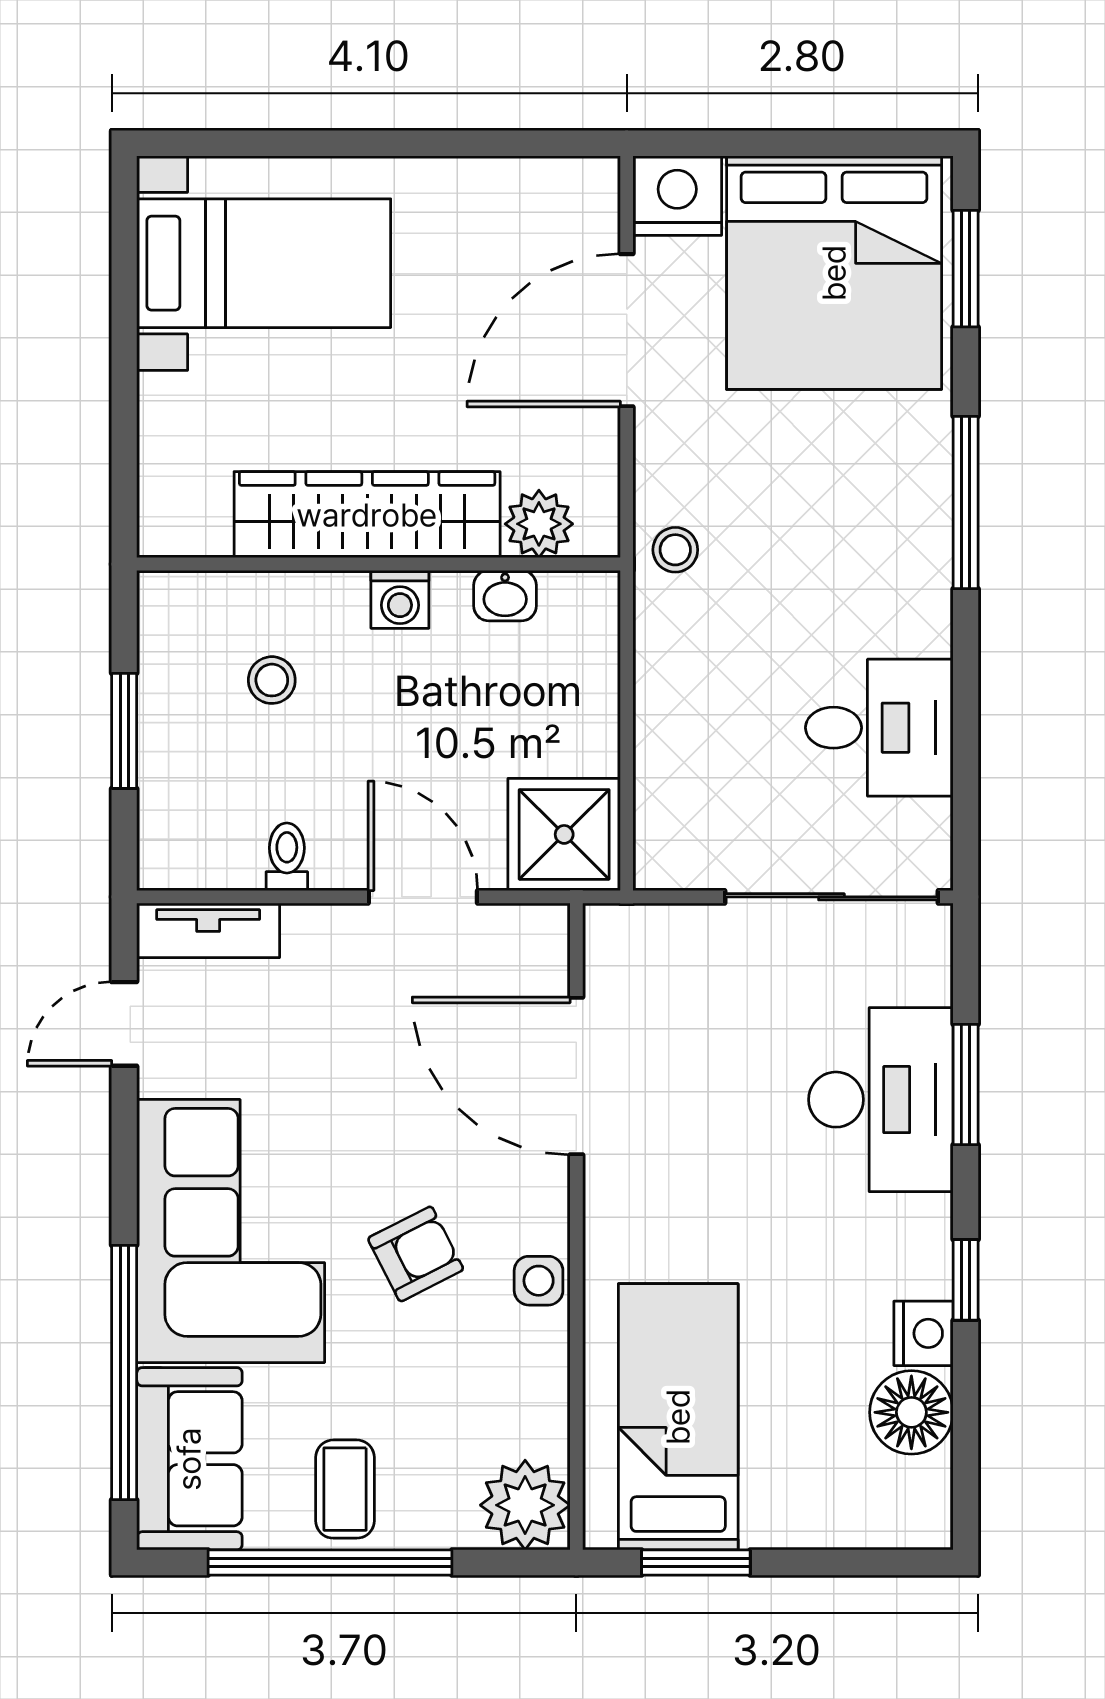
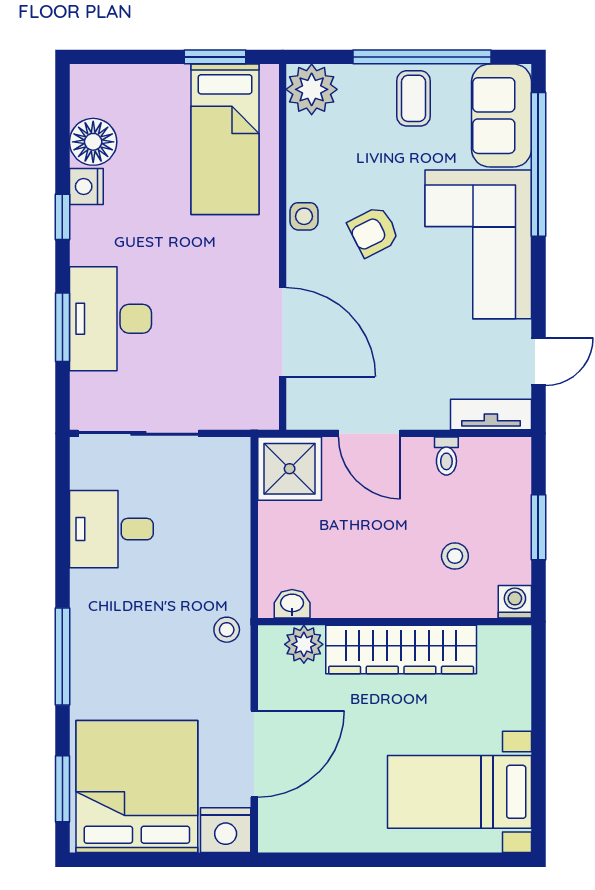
washbasin: (505, 596) -> (292, 604), moved
washing machine: (400, 599) -> (515, 602), moved

